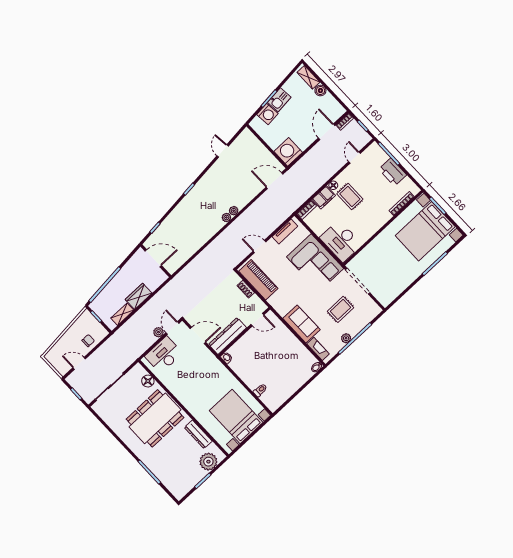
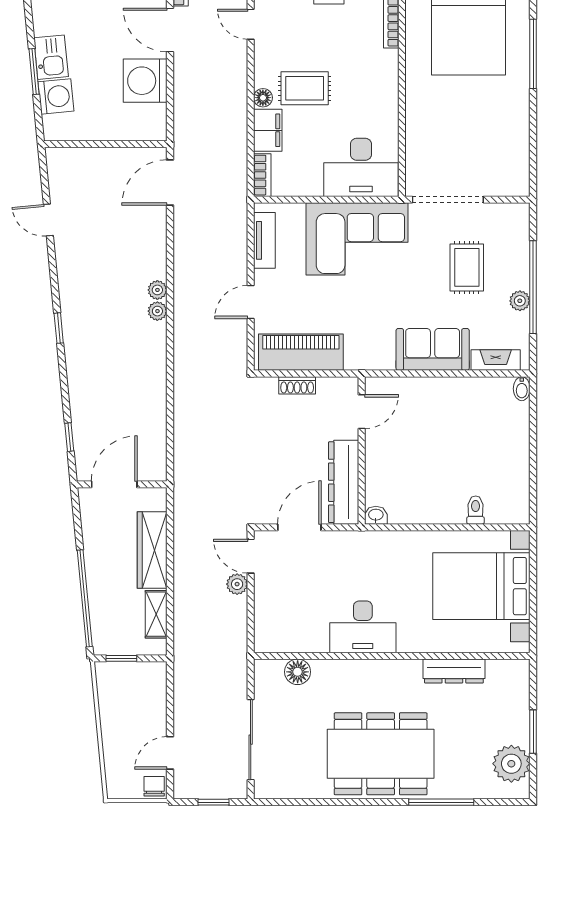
washing machine: (288, 152) -> (145, 81), moved
wardrobe: (139, 296) -> (152, 550), width x1.50
chair: (88, 341) -> (154, 786), moved
desk: (164, 355) -> (363, 627), moved, turned -90
dining table: (155, 418) -> (381, 754), moved, turned 90
plant: (208, 462) -> (511, 764), moved

